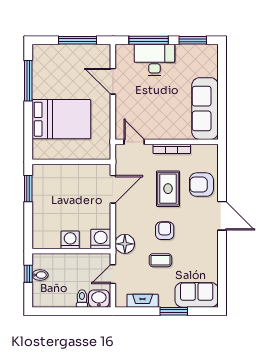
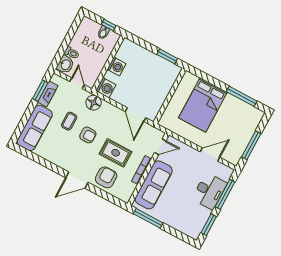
sofa: (205, 109) -> (154, 185), moved, turned 90
window: (222, 112) -> (148, 218), added
sofa: (197, 295) -> (35, 128), width x1.36
window: (174, 311) -> (40, 91), moved

